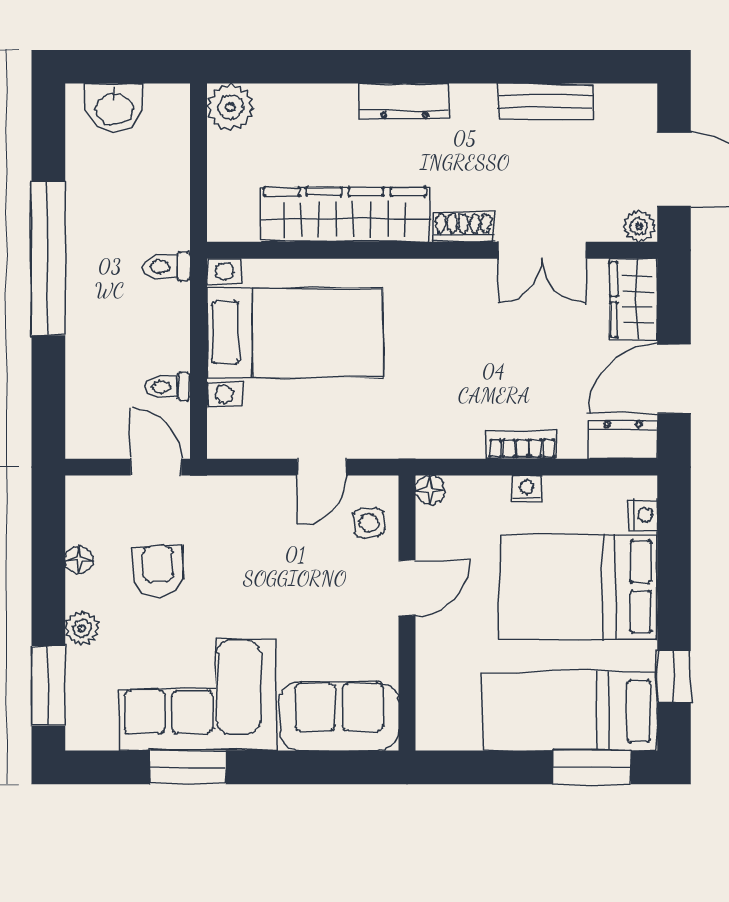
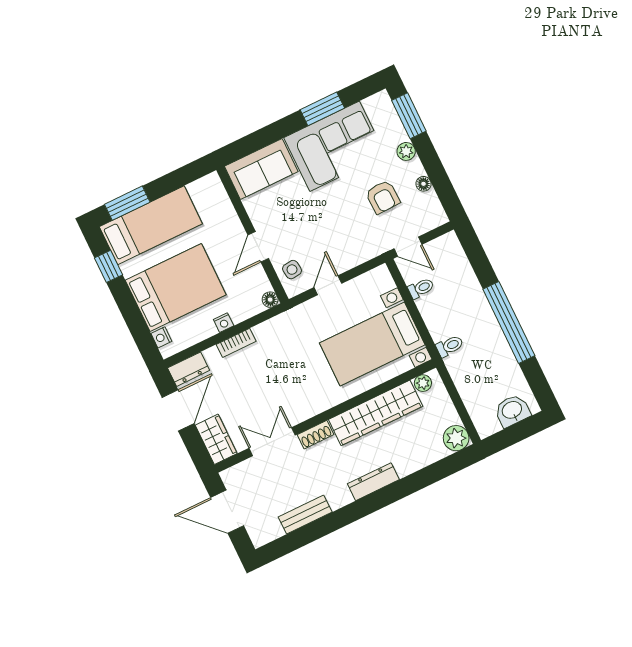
plant: (639, 226) -> (423, 383), moved

